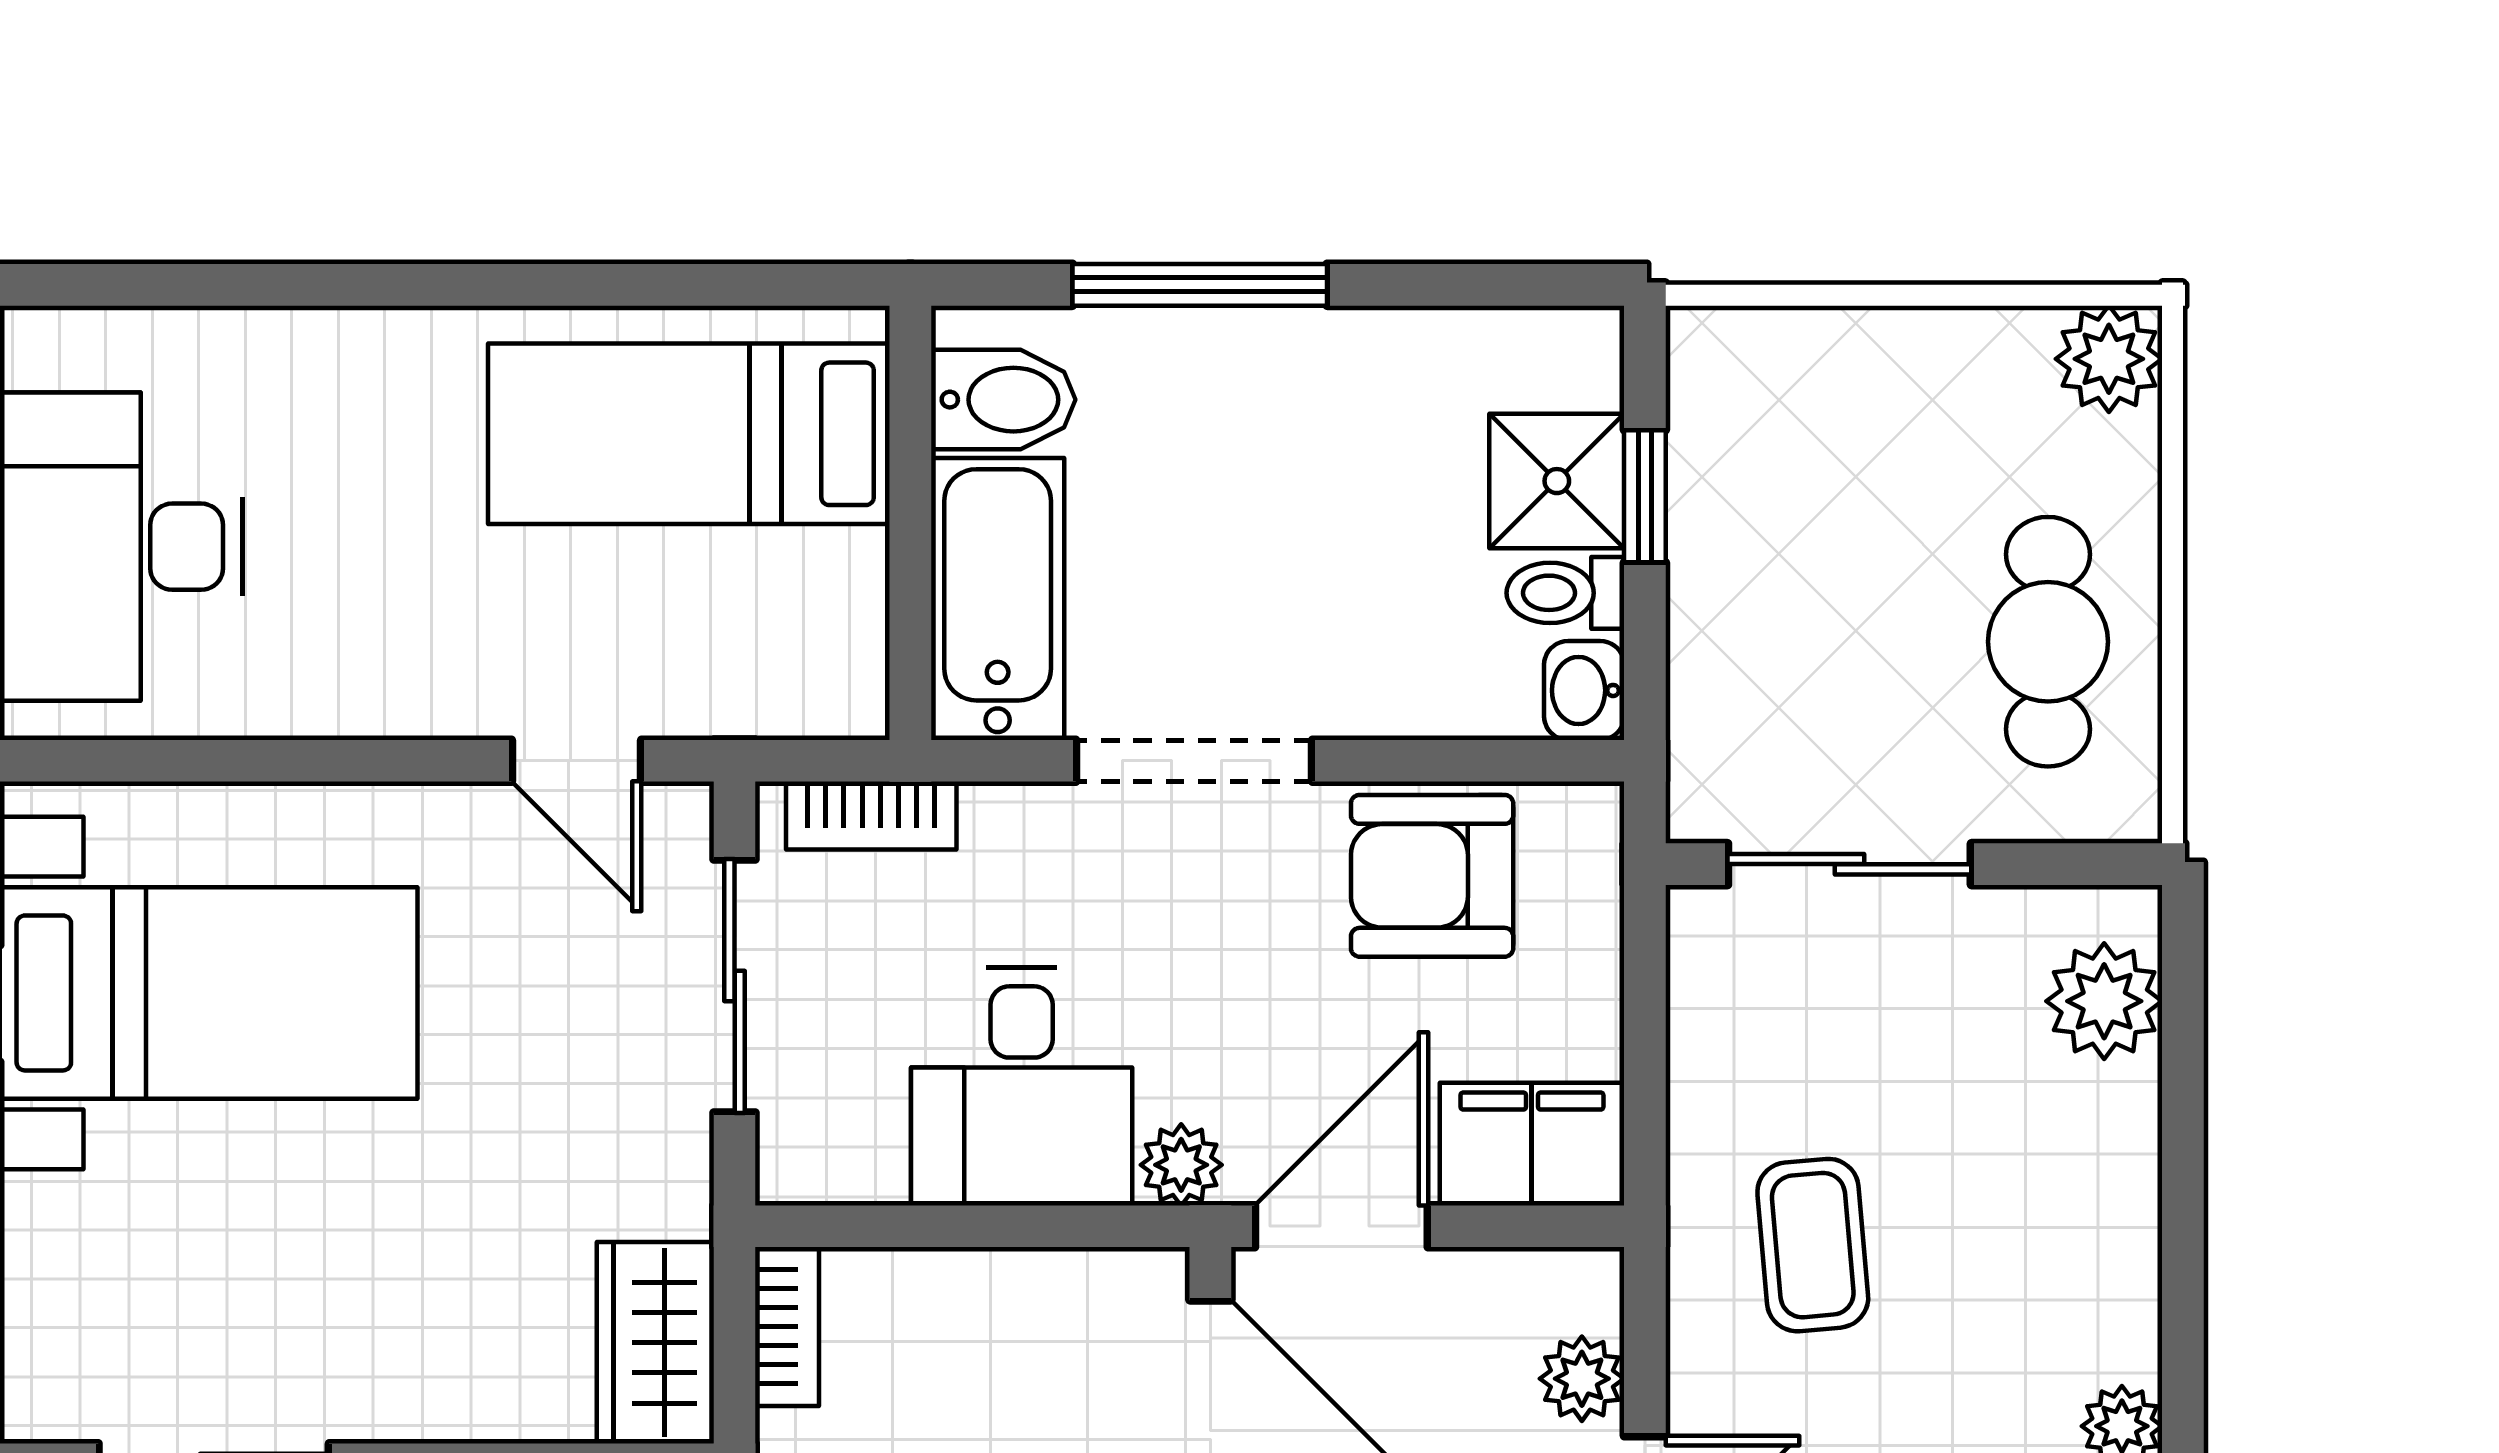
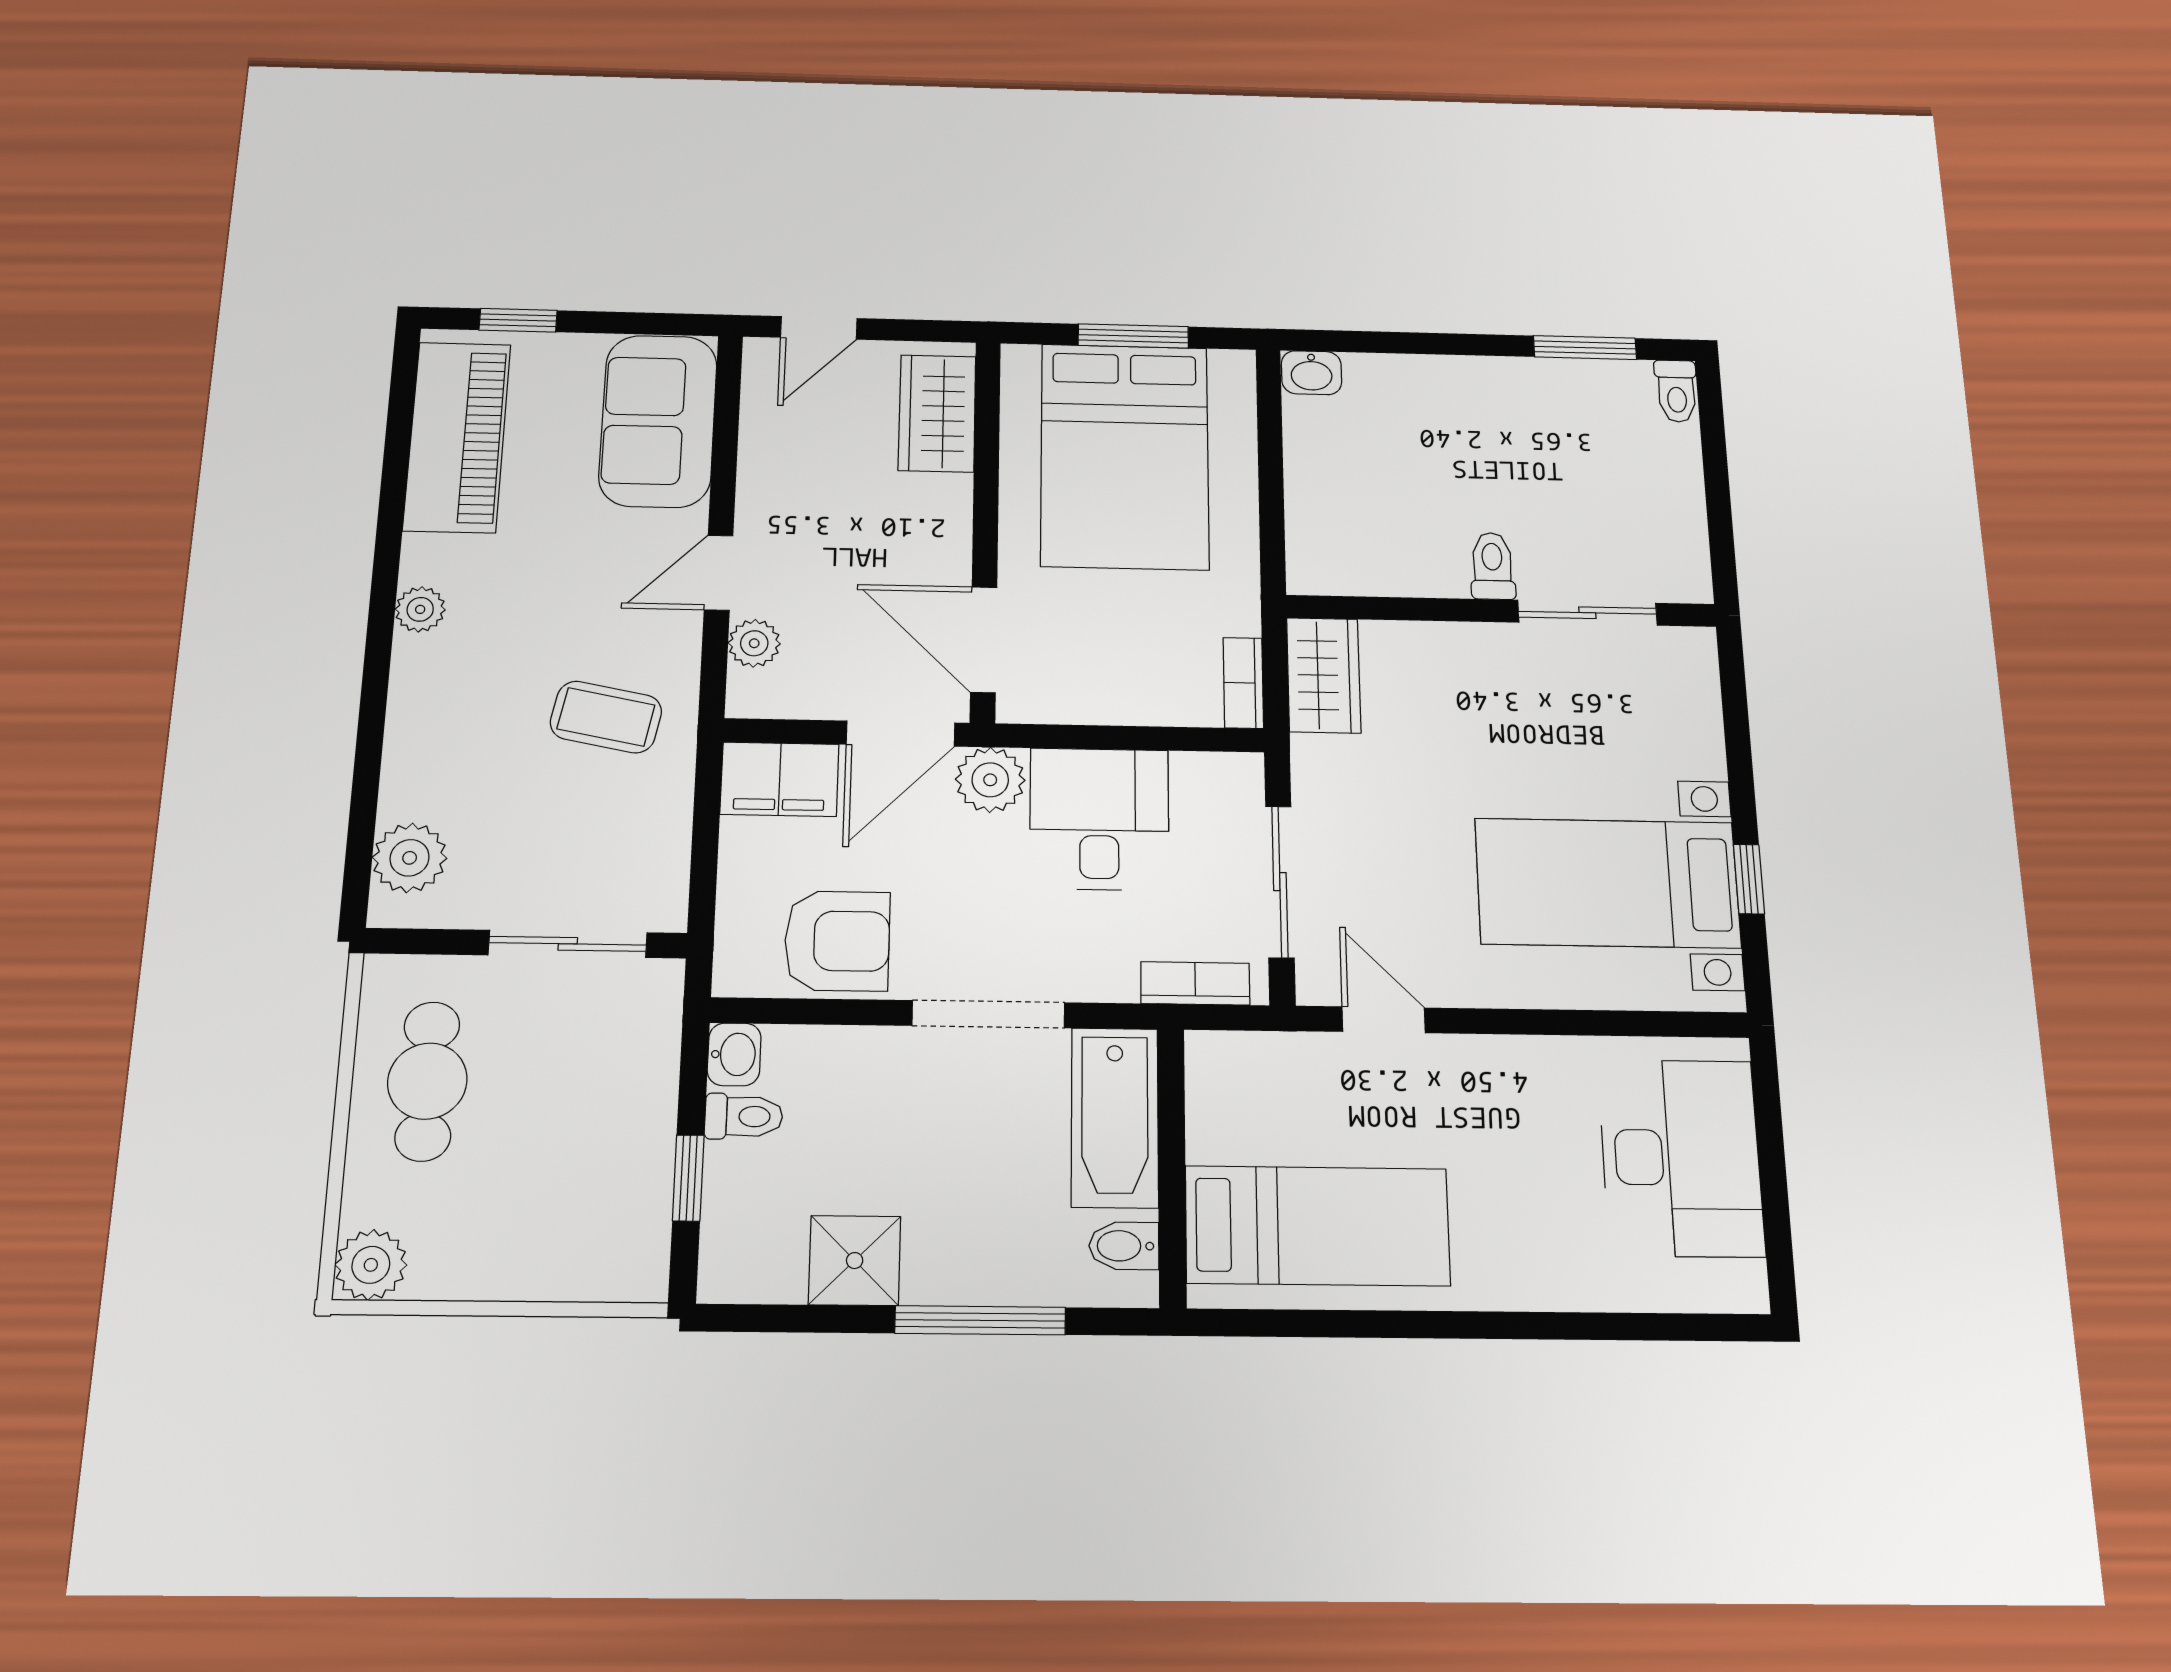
bidet: (1003, 400) -> (1124, 1246), width x0.72, depth x0.74
shower: (1557, 481) -> (855, 1261), moved
plant: (1181, 1165) -> (990, 780), width x1.38, depth x1.38
coffee table: (1813, 1245) -> (606, 717), turned -74

